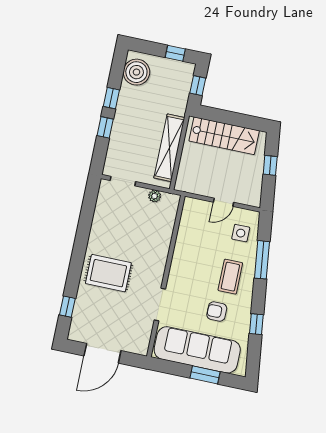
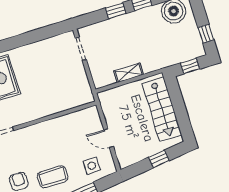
shelving: (169, 148) -> (129, 73), width x0.45, depth x0.75
plant: (155, 196) -> (83, 81), removed

